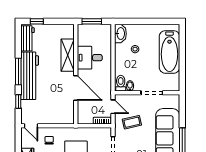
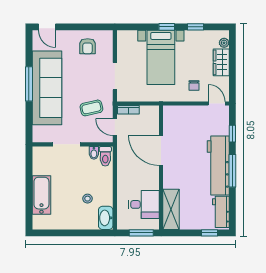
bathtub: (169, 52) -> (41, 195), width x0.73, depth x0.73
shelving: (68, 55) -> (171, 209), moved
desk: (90, 58) -> (144, 204), moved

